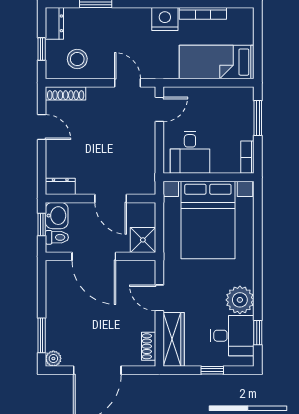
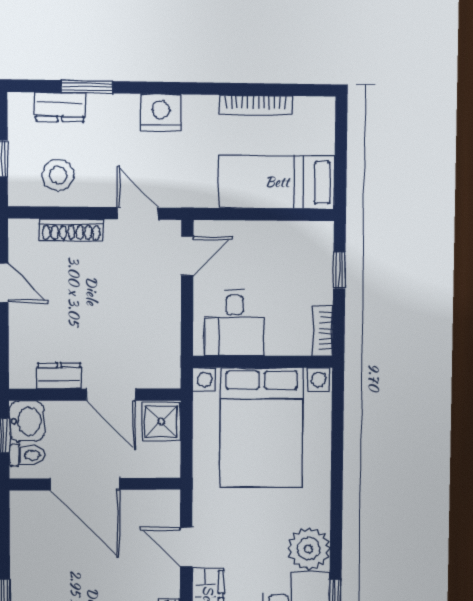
nightstand: (165, 19) -> (161, 113), moved
dresser: (54, 23) -> (60, 107), moved, turned 90
shoe rack: (66, 93) -> (71, 230), moved
window: (258, 118) -> (339, 270), width x0.67
dresser: (60, 186) -> (59, 376), moved
shower: (143, 240) -> (161, 422), moved

